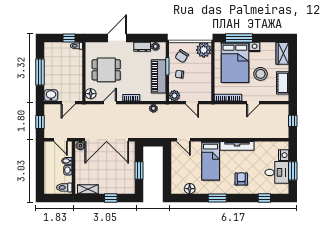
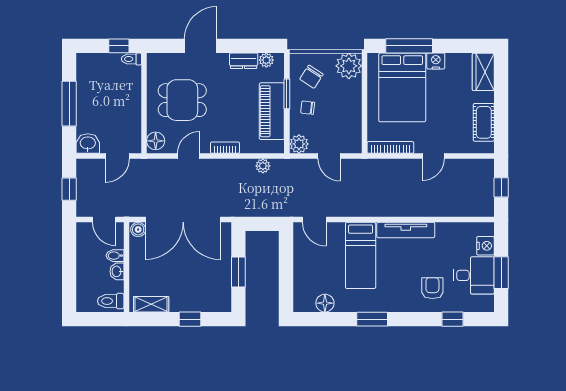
stool: (260, 74) -> (446, 107), removed
armchair: (241, 179) -> (432, 288), moved

